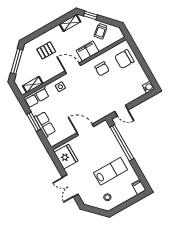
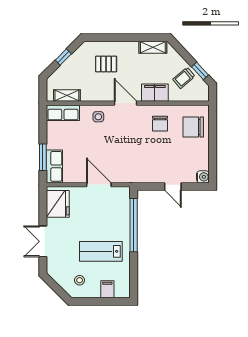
window: (90, 15) -> (200, 71), moved
window: (17, 61) -> (63, 57), width x0.46
door: (121, 111) -> (173, 187), moved
window: (34, 122) -> (43, 157), moved
row of seats: (45, 124) -> (54, 166), moved
lab bench: (111, 171) -> (101, 251), turned 180
filing cabinet: (139, 187) -> (107, 289), moved

